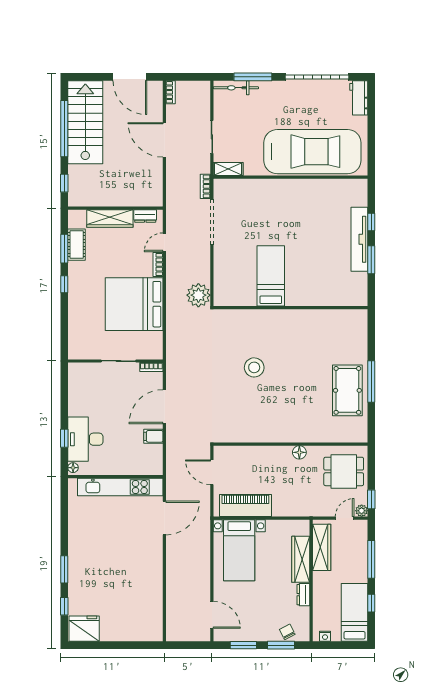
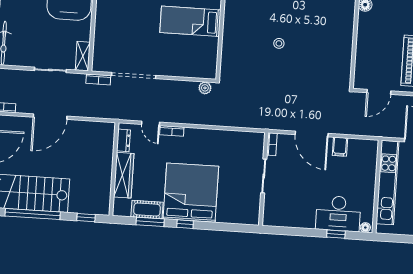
plant: (198, 295) -> (205, 88), width x0.53, depth x0.53
bed: (134, 304) -> (191, 193), moved, turned 180
stool: (254, 367) -> (279, 43), width x0.53, depth x0.53

